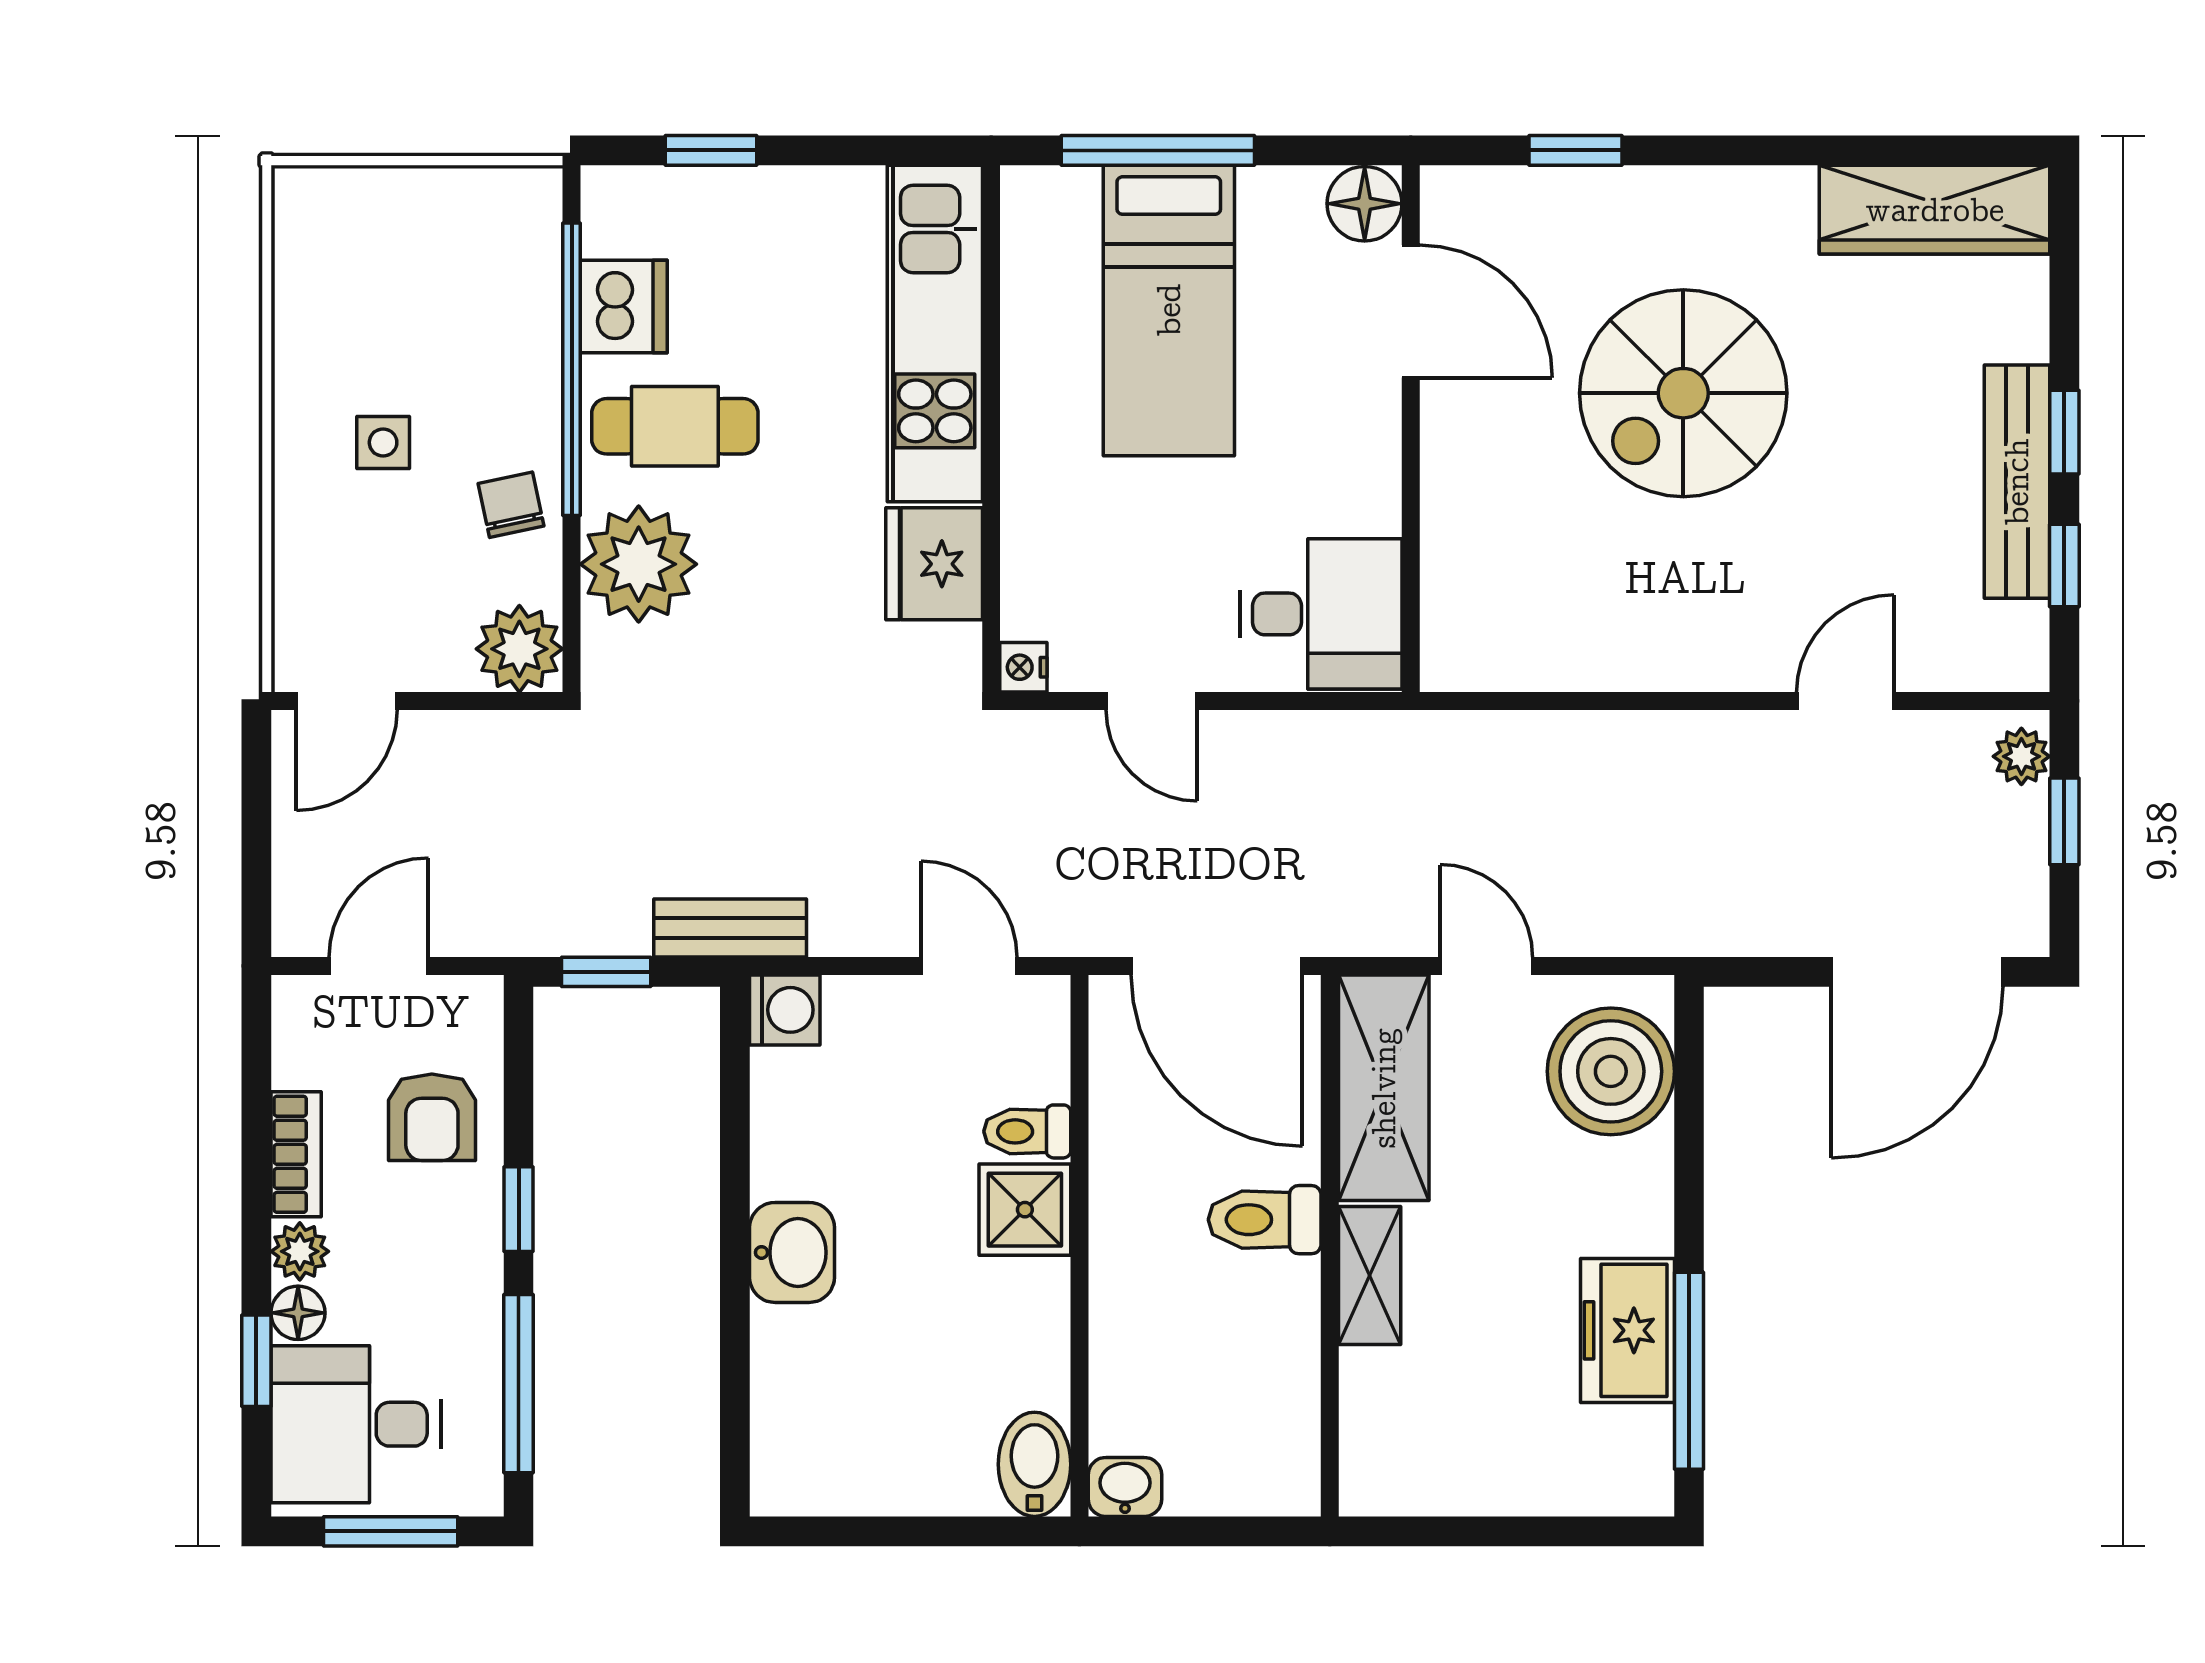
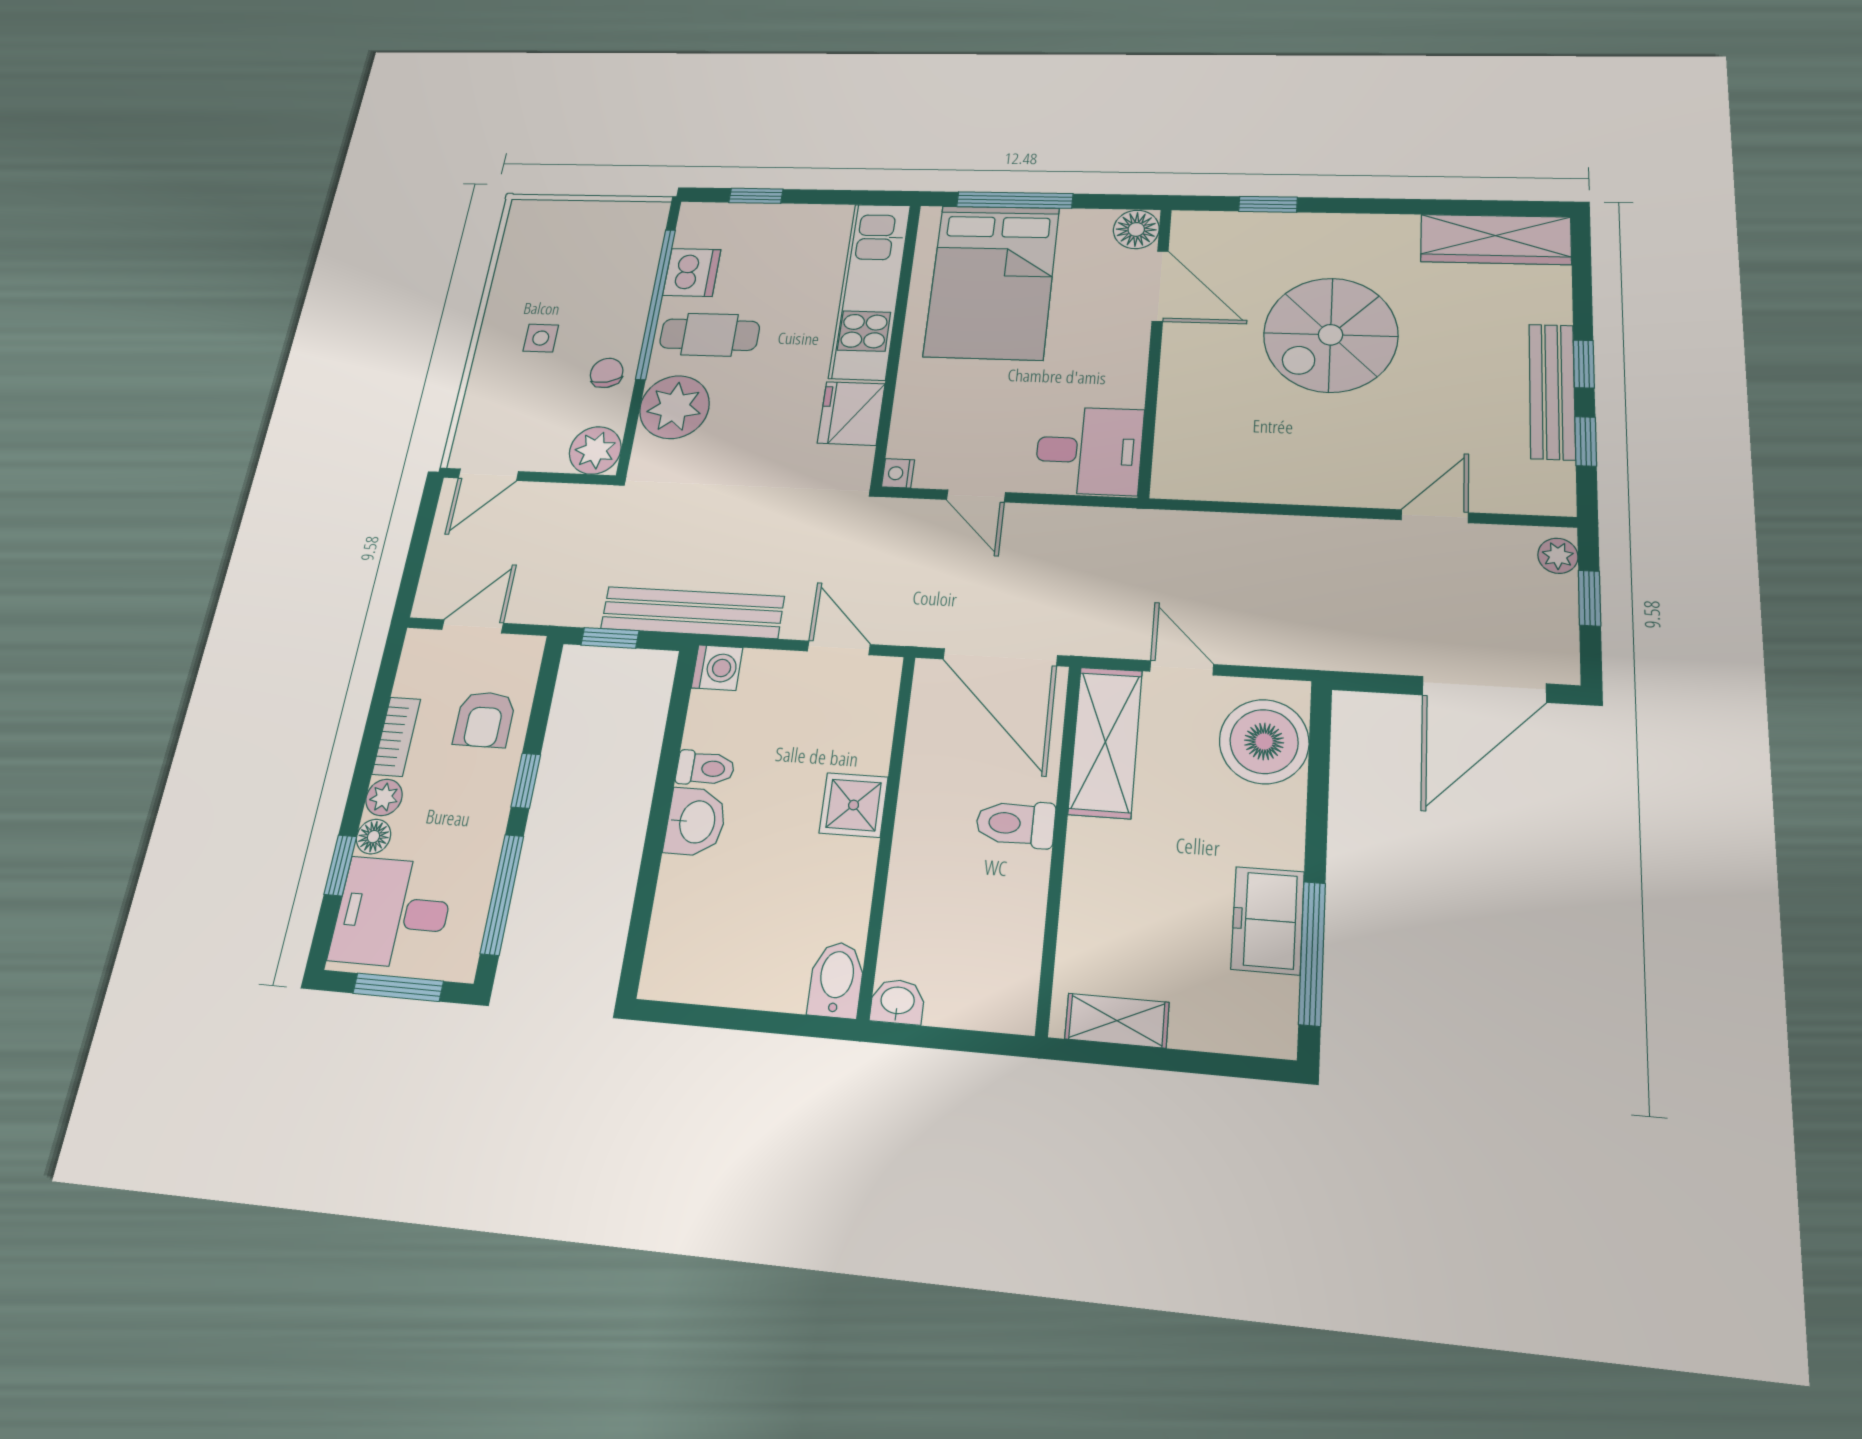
bed: (1169, 310) -> (992, 282), width x1.50
bench: (730, 928) -> (692, 612), width x1.86, depth x1.21
toilet: (1027, 1131) -> (705, 768), moved, turned 180
shelving: (1370, 1276) -> (1117, 1021), moved, turned 90

